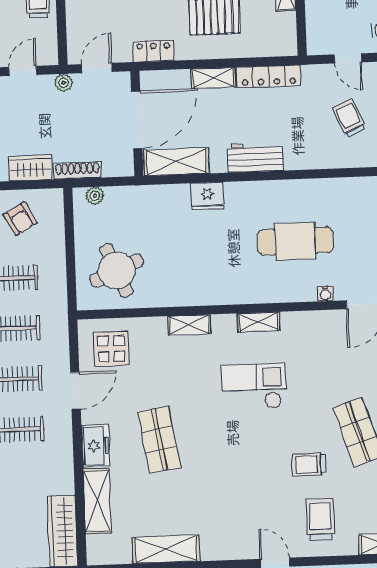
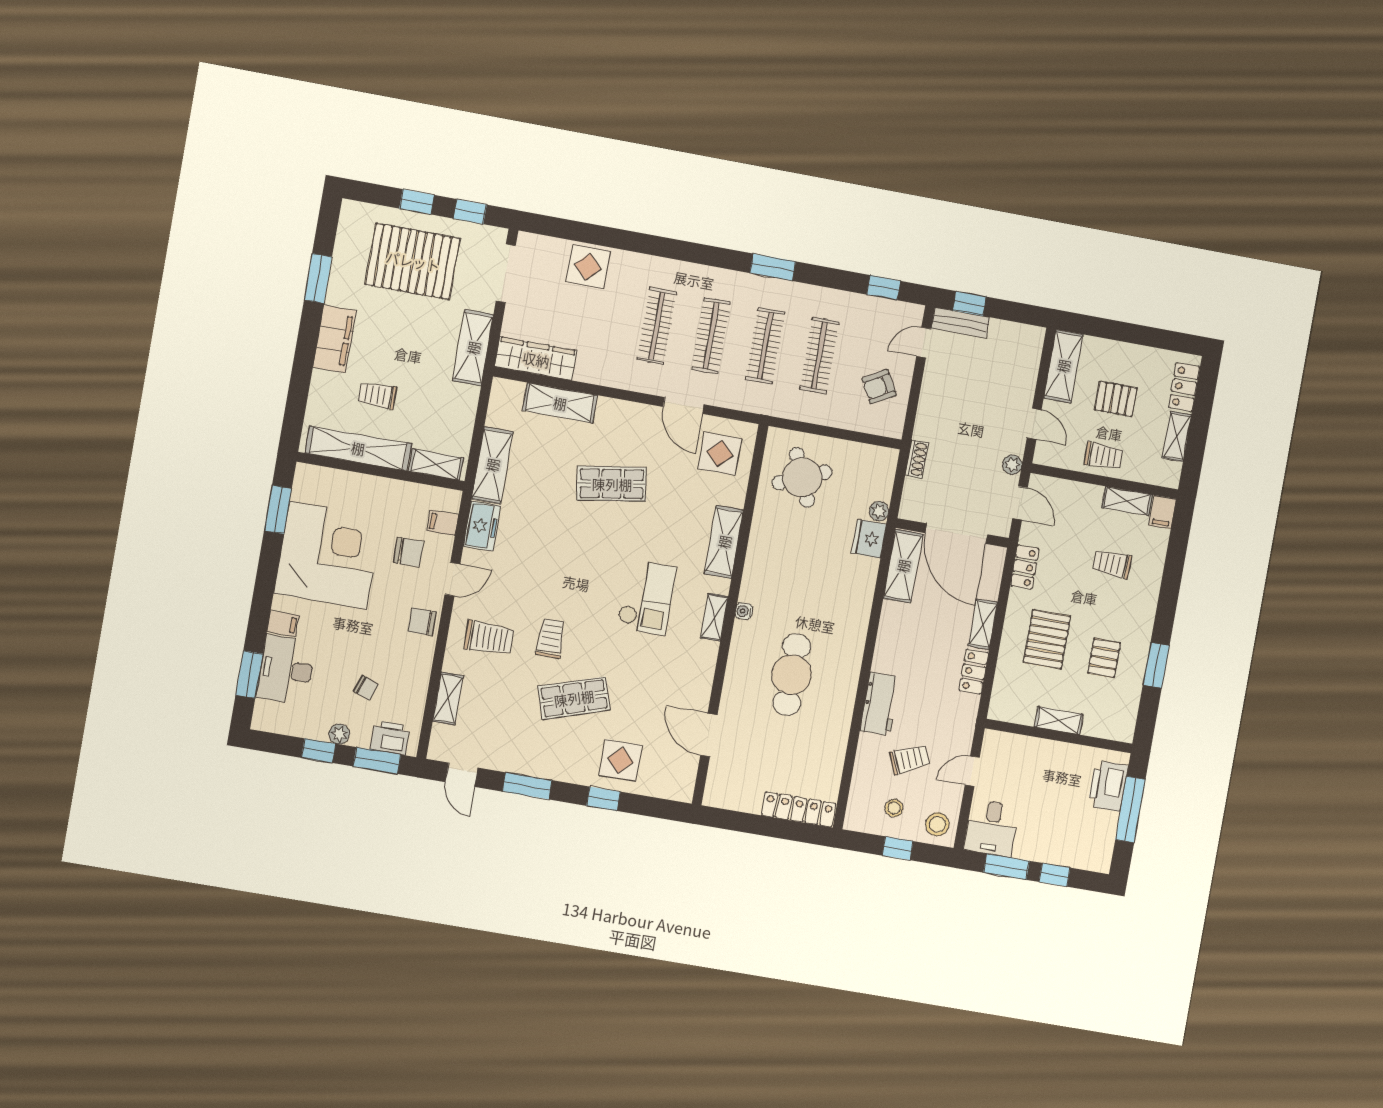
locker: (269, 76) -> (974, 672), width x0.66
workbench: (255, 157) -> (880, 704), moved
wardrobe: (30, 168) -> (930, 409), removed
shoe rack: (77, 170) -> (917, 459), width x0.70
plant: (95, 196) -> (879, 511), moved
fridge: (207, 196) -> (869, 539), moved
water cooler: (325, 294) -> (744, 611), moved
shelving: (189, 325) -> (724, 542), width x1.50, depth x1.33
freezer: (96, 446) -> (482, 526), moved, turned -90

